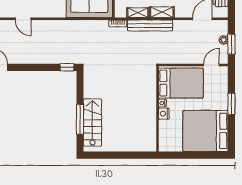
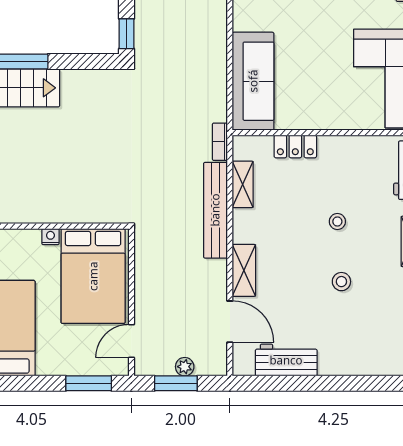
shelving: (162, 12) -> (244, 270), moved
door: (211, 65) -> (131, 341), swing flipped
window: (231, 104) -> (89, 383), moved
nightstand: (164, 114) -> (28, 240), removed

